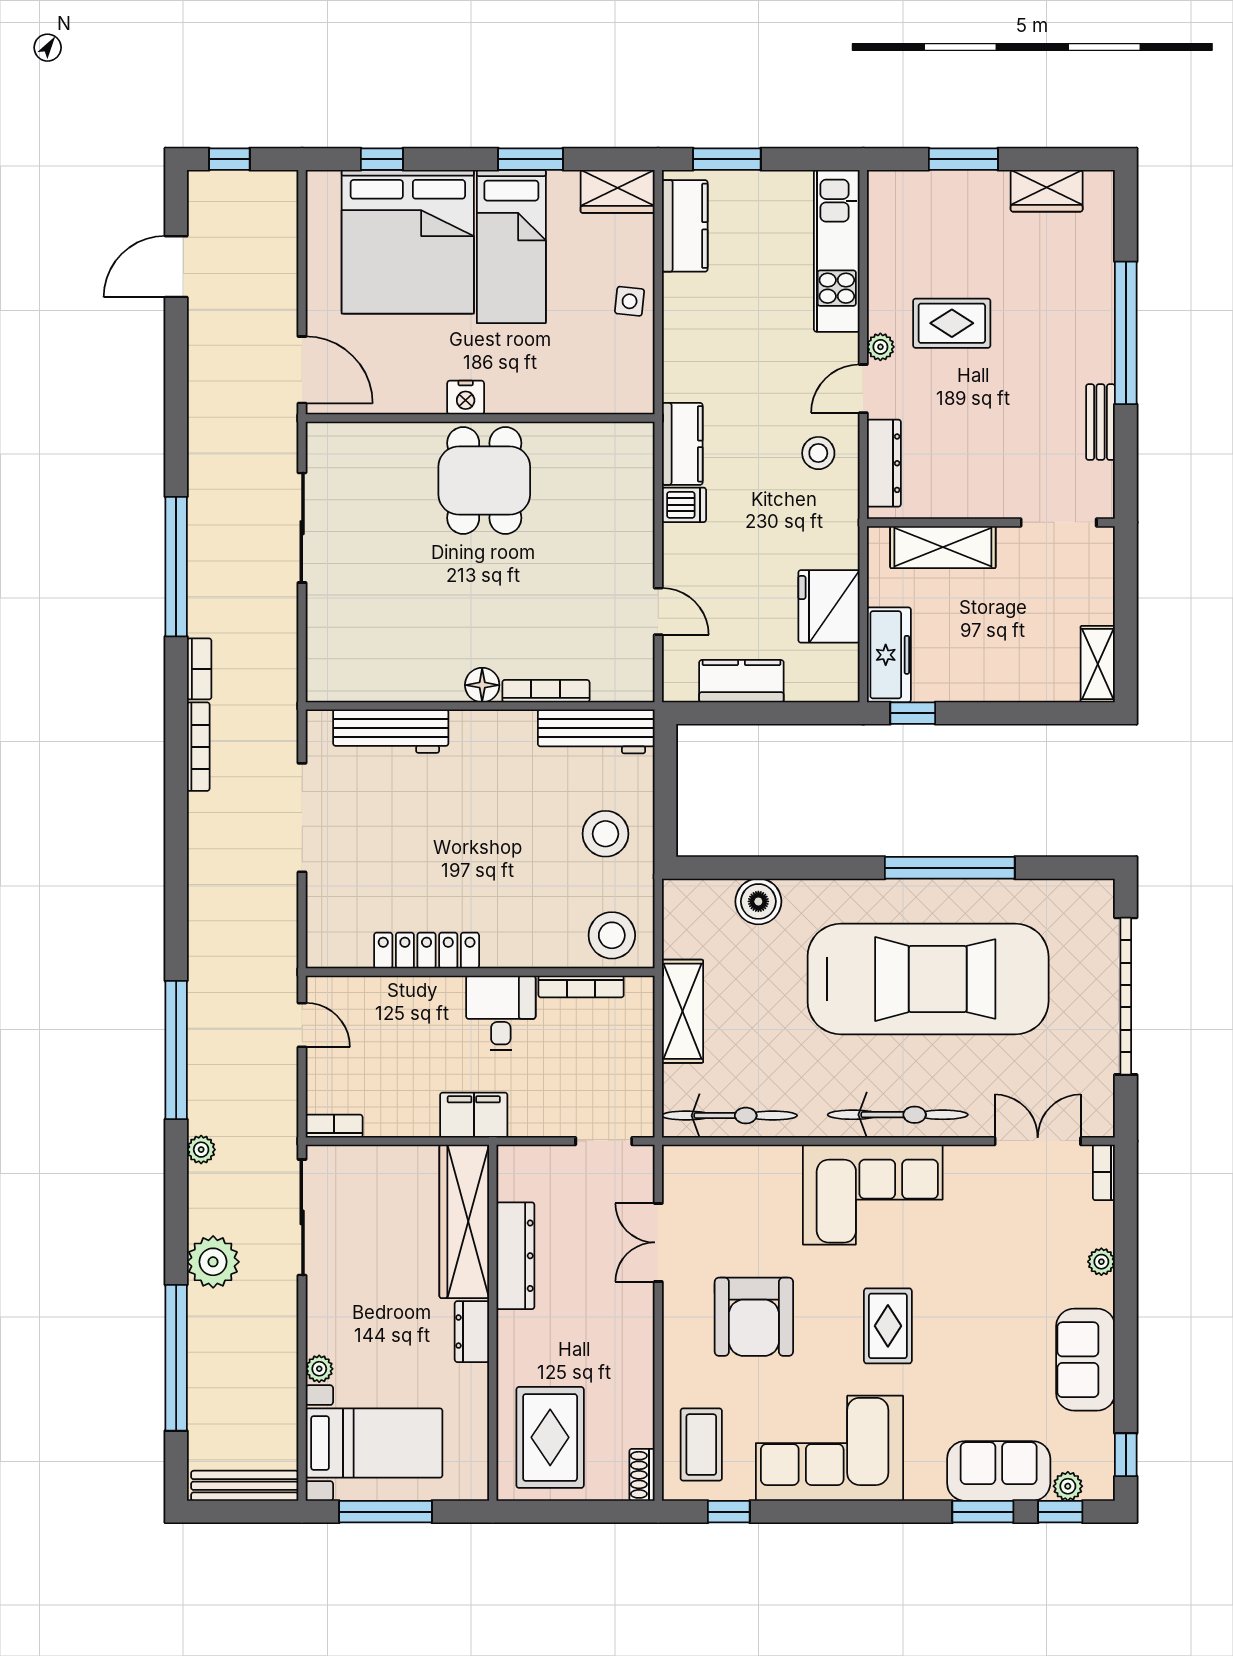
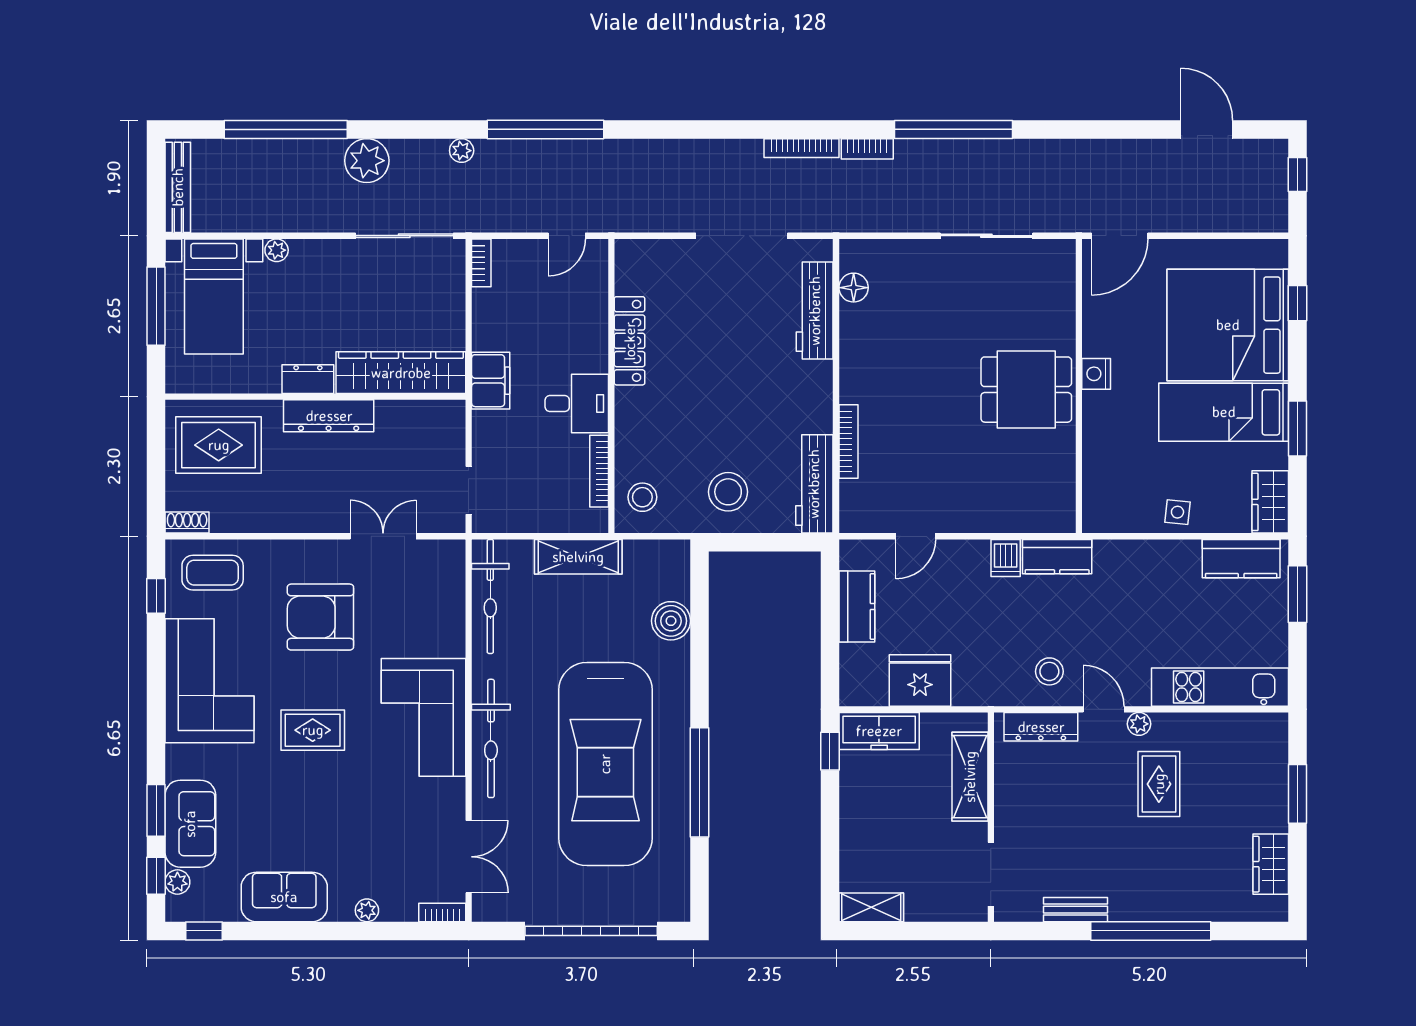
floor lamp: (482, 685) -> (854, 288), moved
stool: (612, 935) -> (642, 497), width x0.73, depth x0.73
dresser: (515, 1256) -> (329, 416), moved

